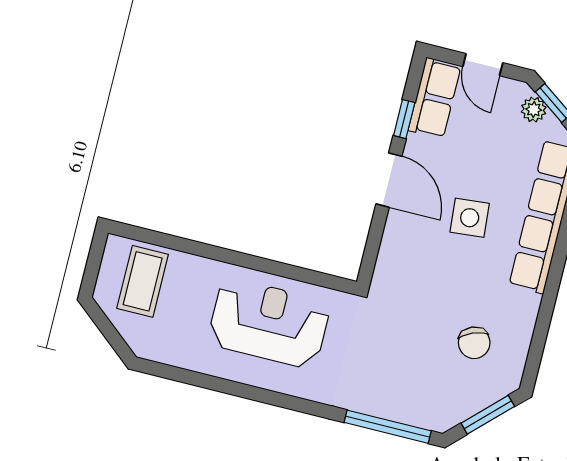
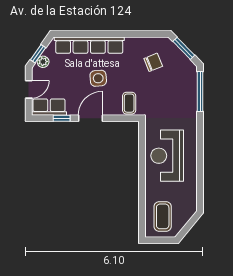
coffee table: (401, 270) -> (129, 103), added
coffee table: (143, 281) -> (163, 216), turned 90

